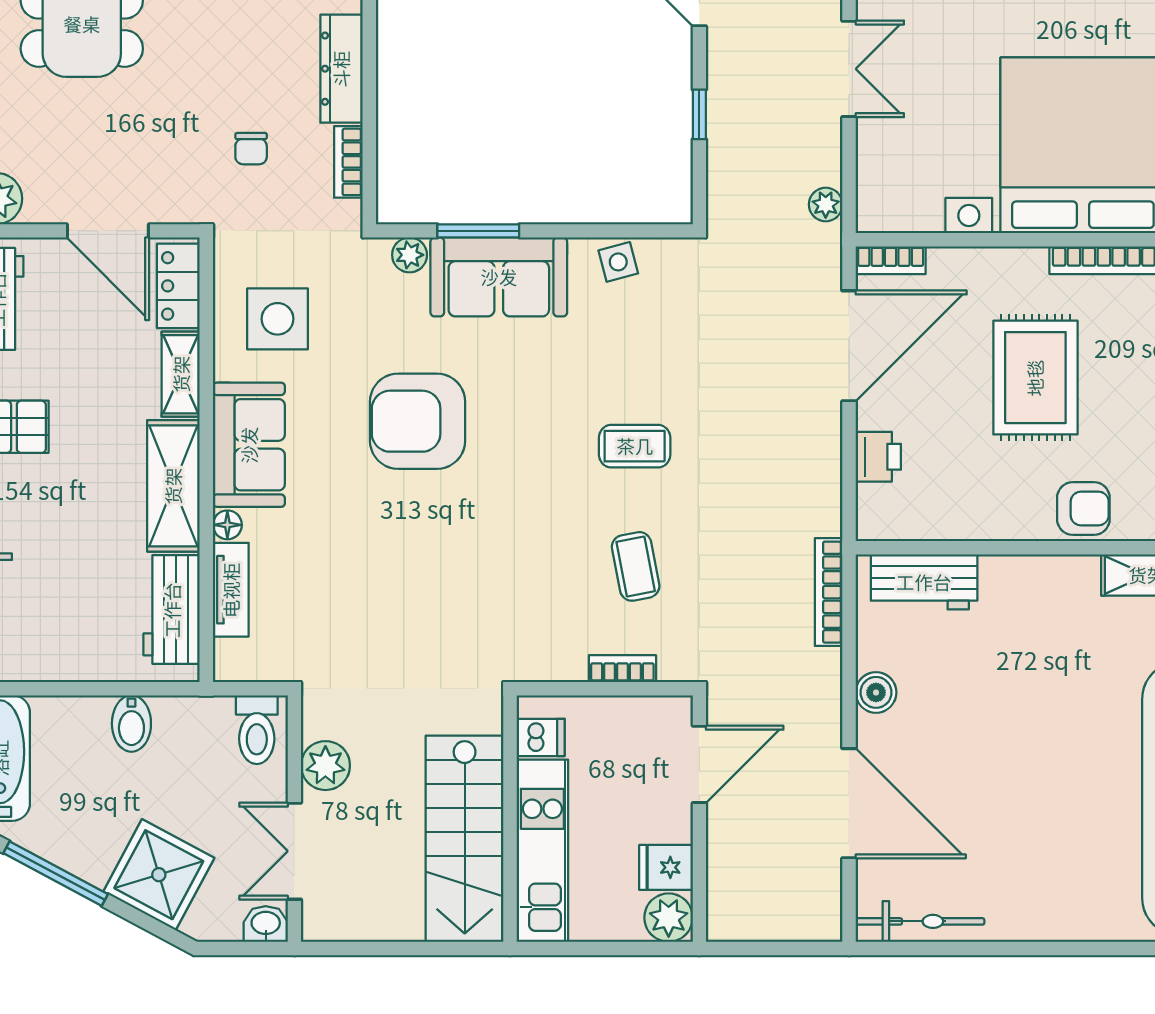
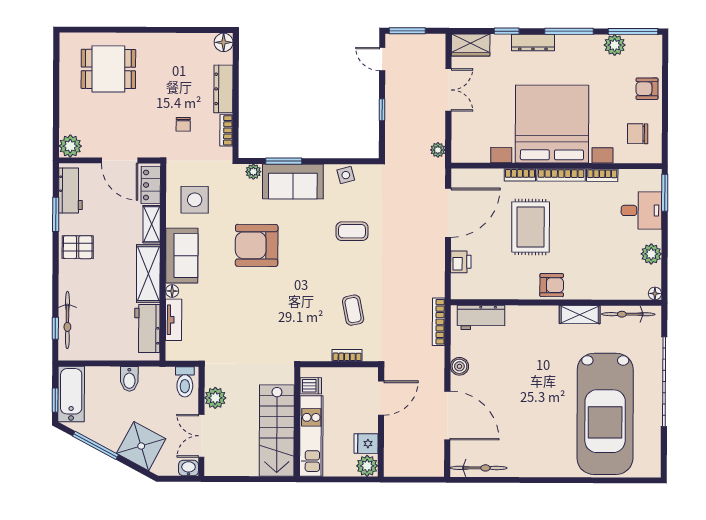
bookcase: (891, 260) -> (520, 175), moved
coffee table: (635, 446) -> (352, 231), moved

